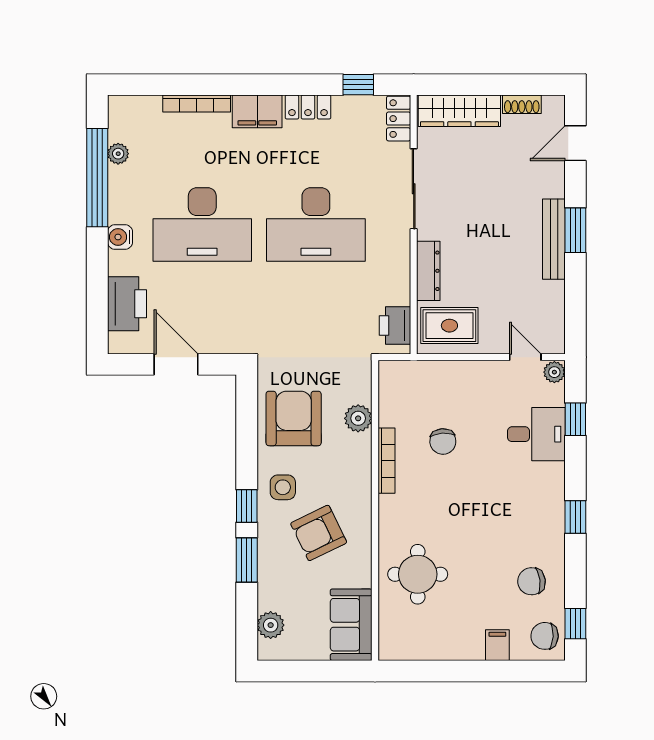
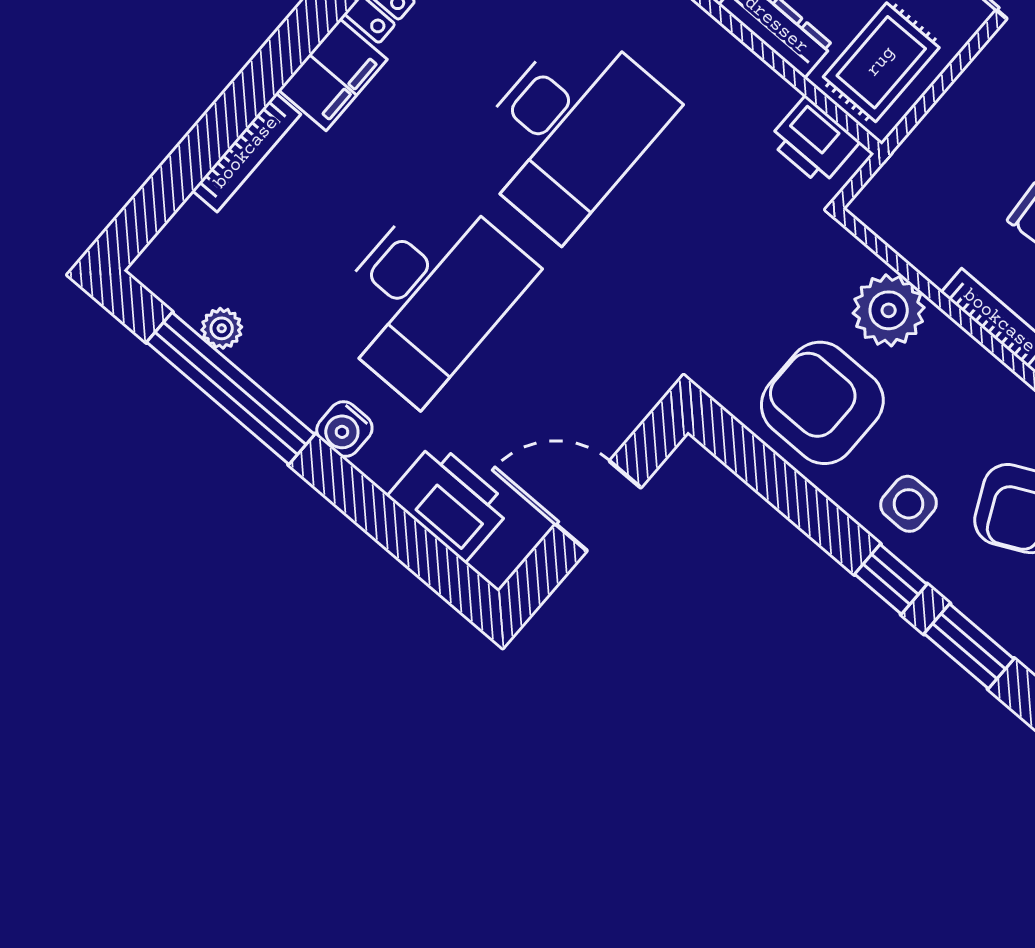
plant: (358, 418) -> (889, 310), width x1.36, depth x1.36

